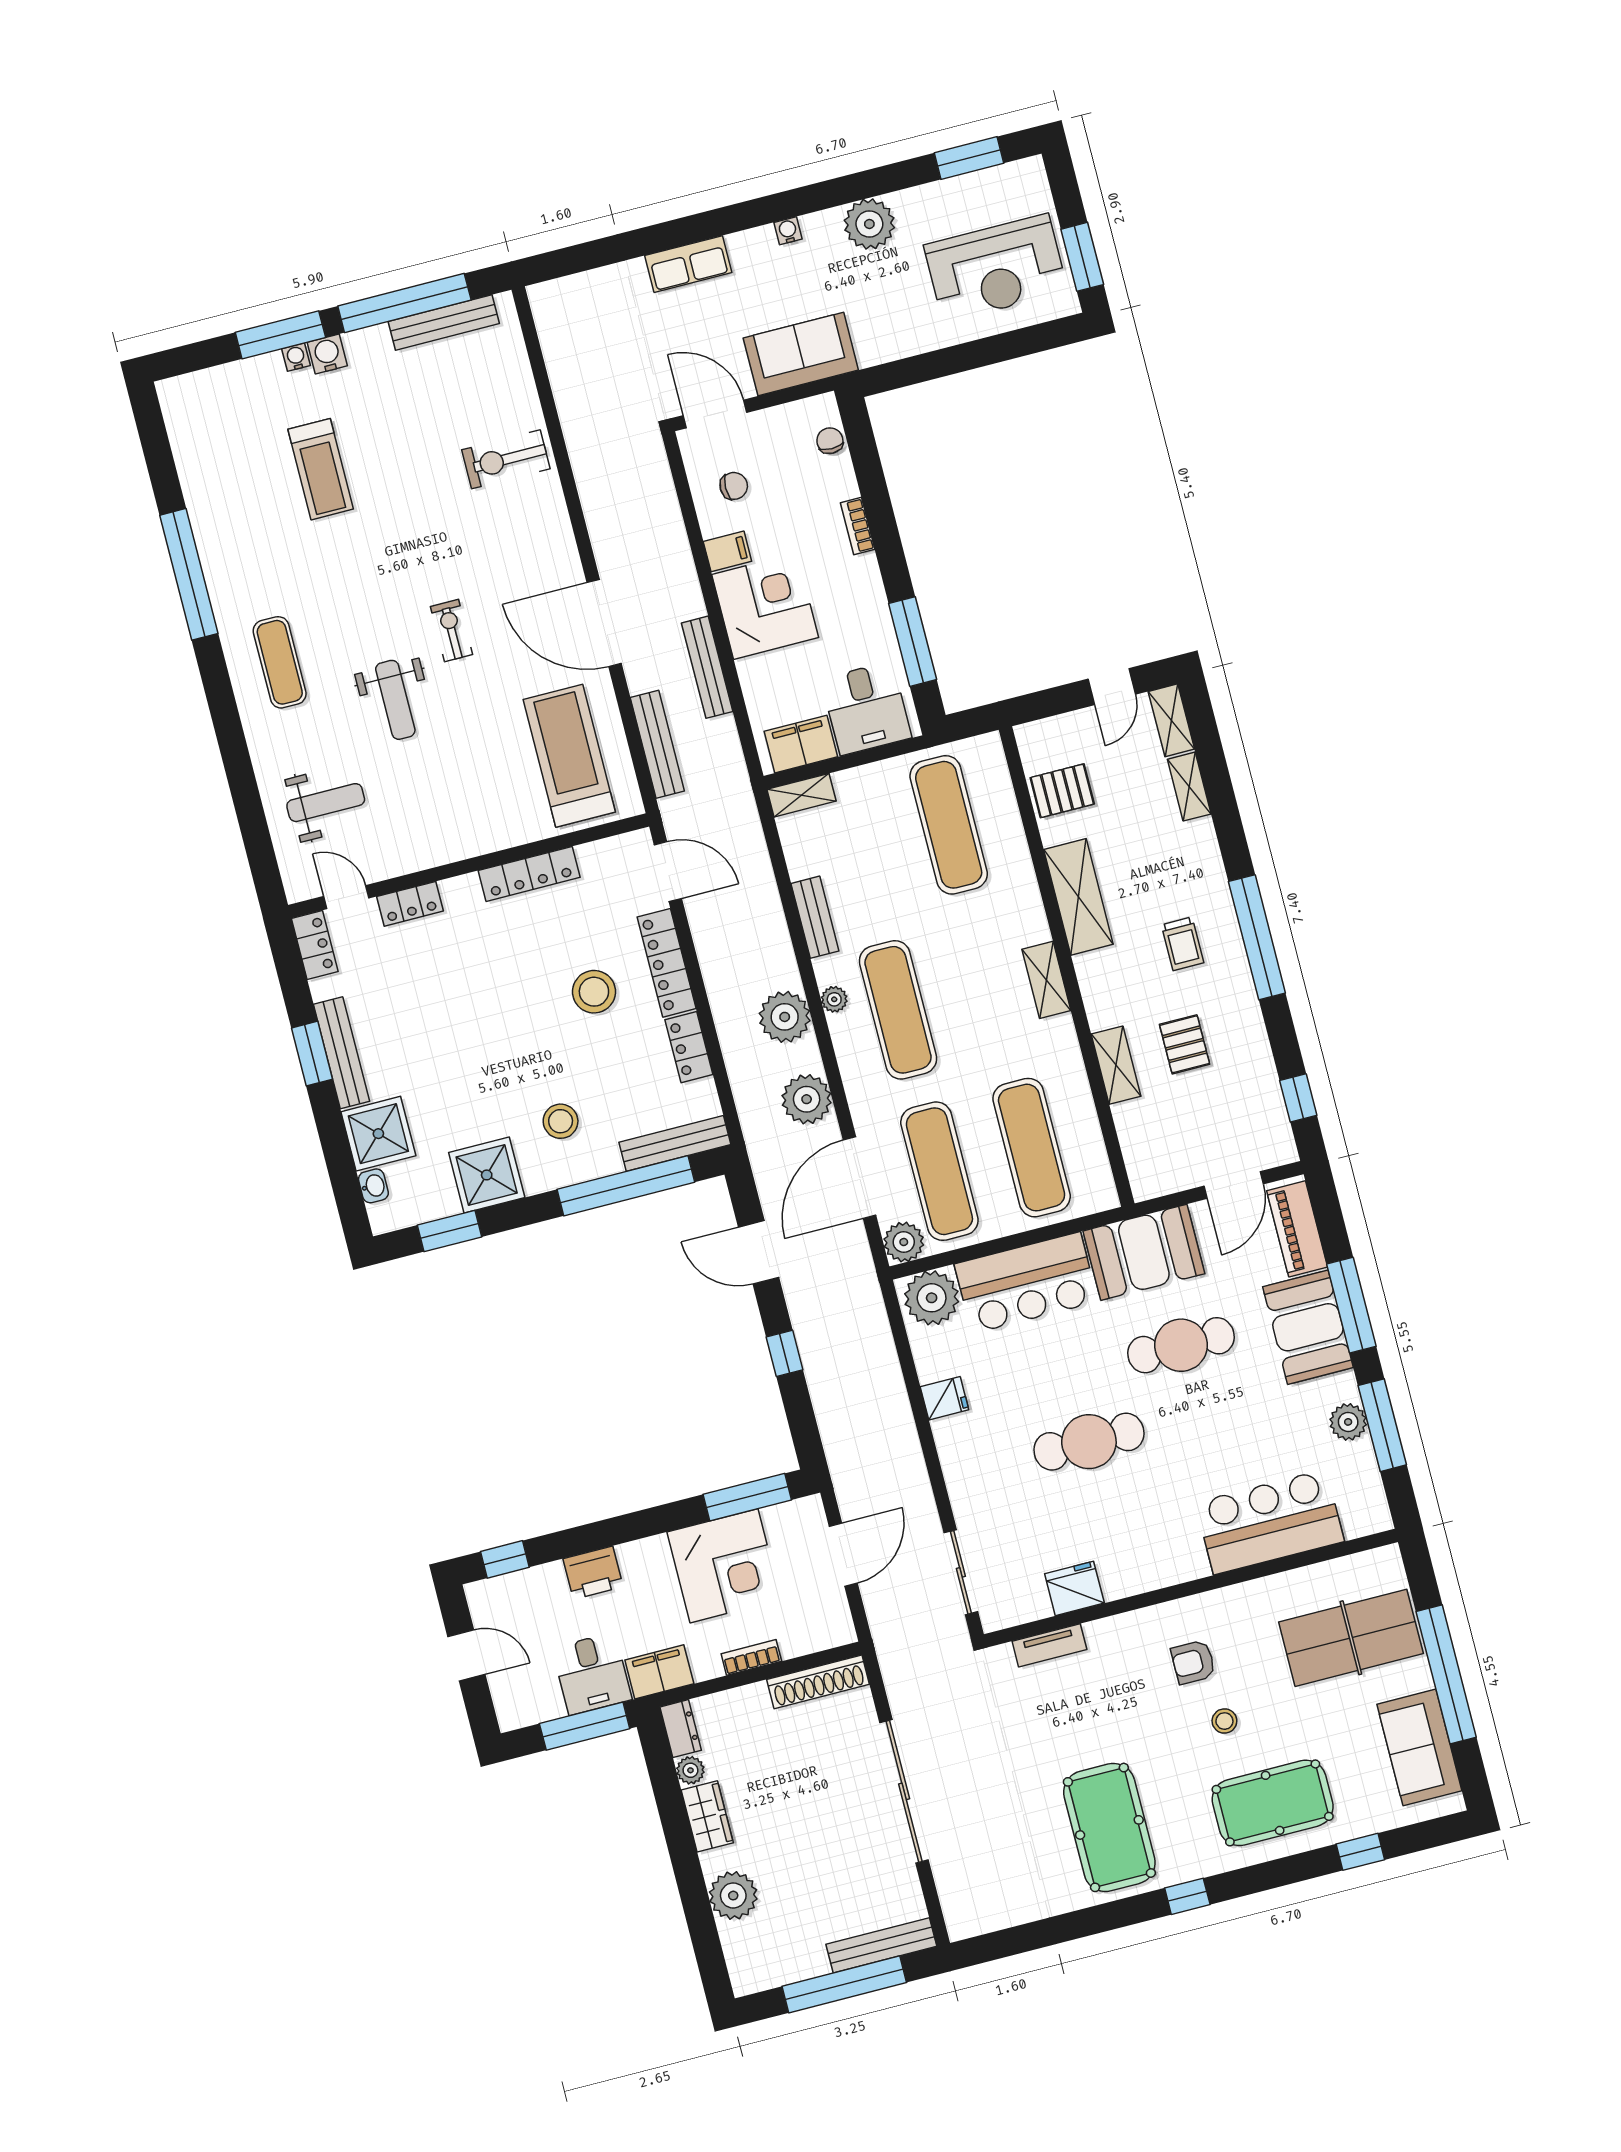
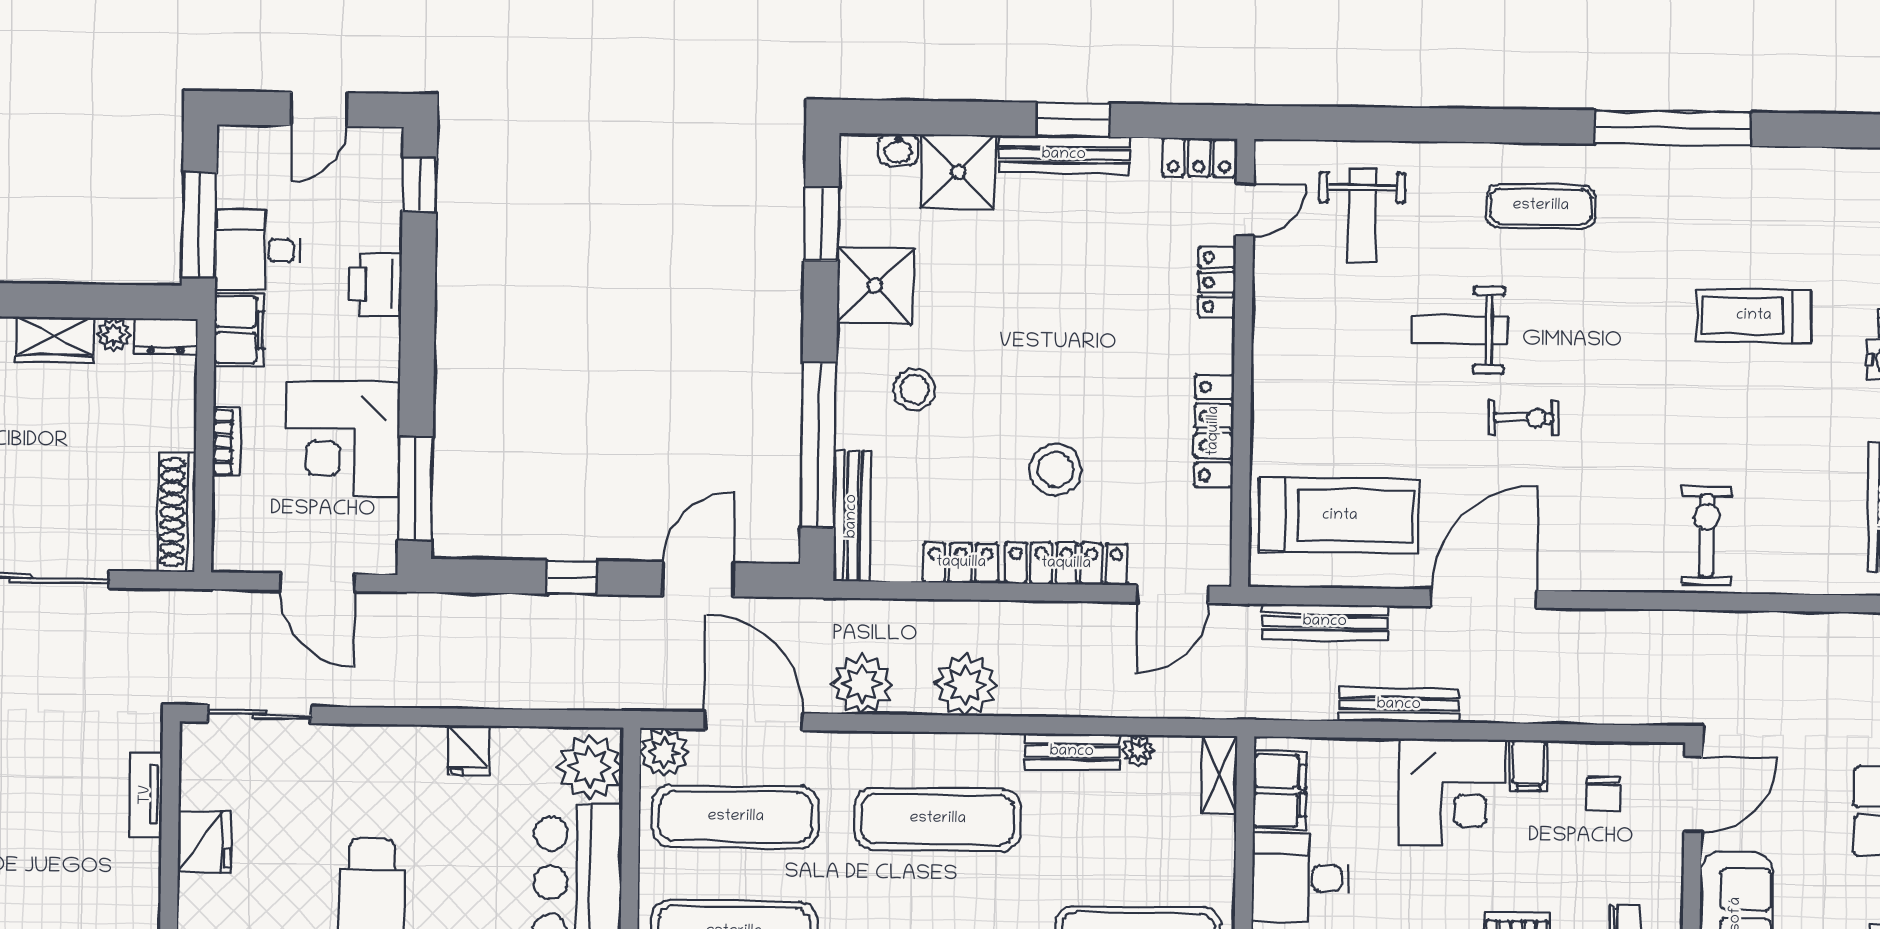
plant: (834, 999) -> (1139, 751), moved

